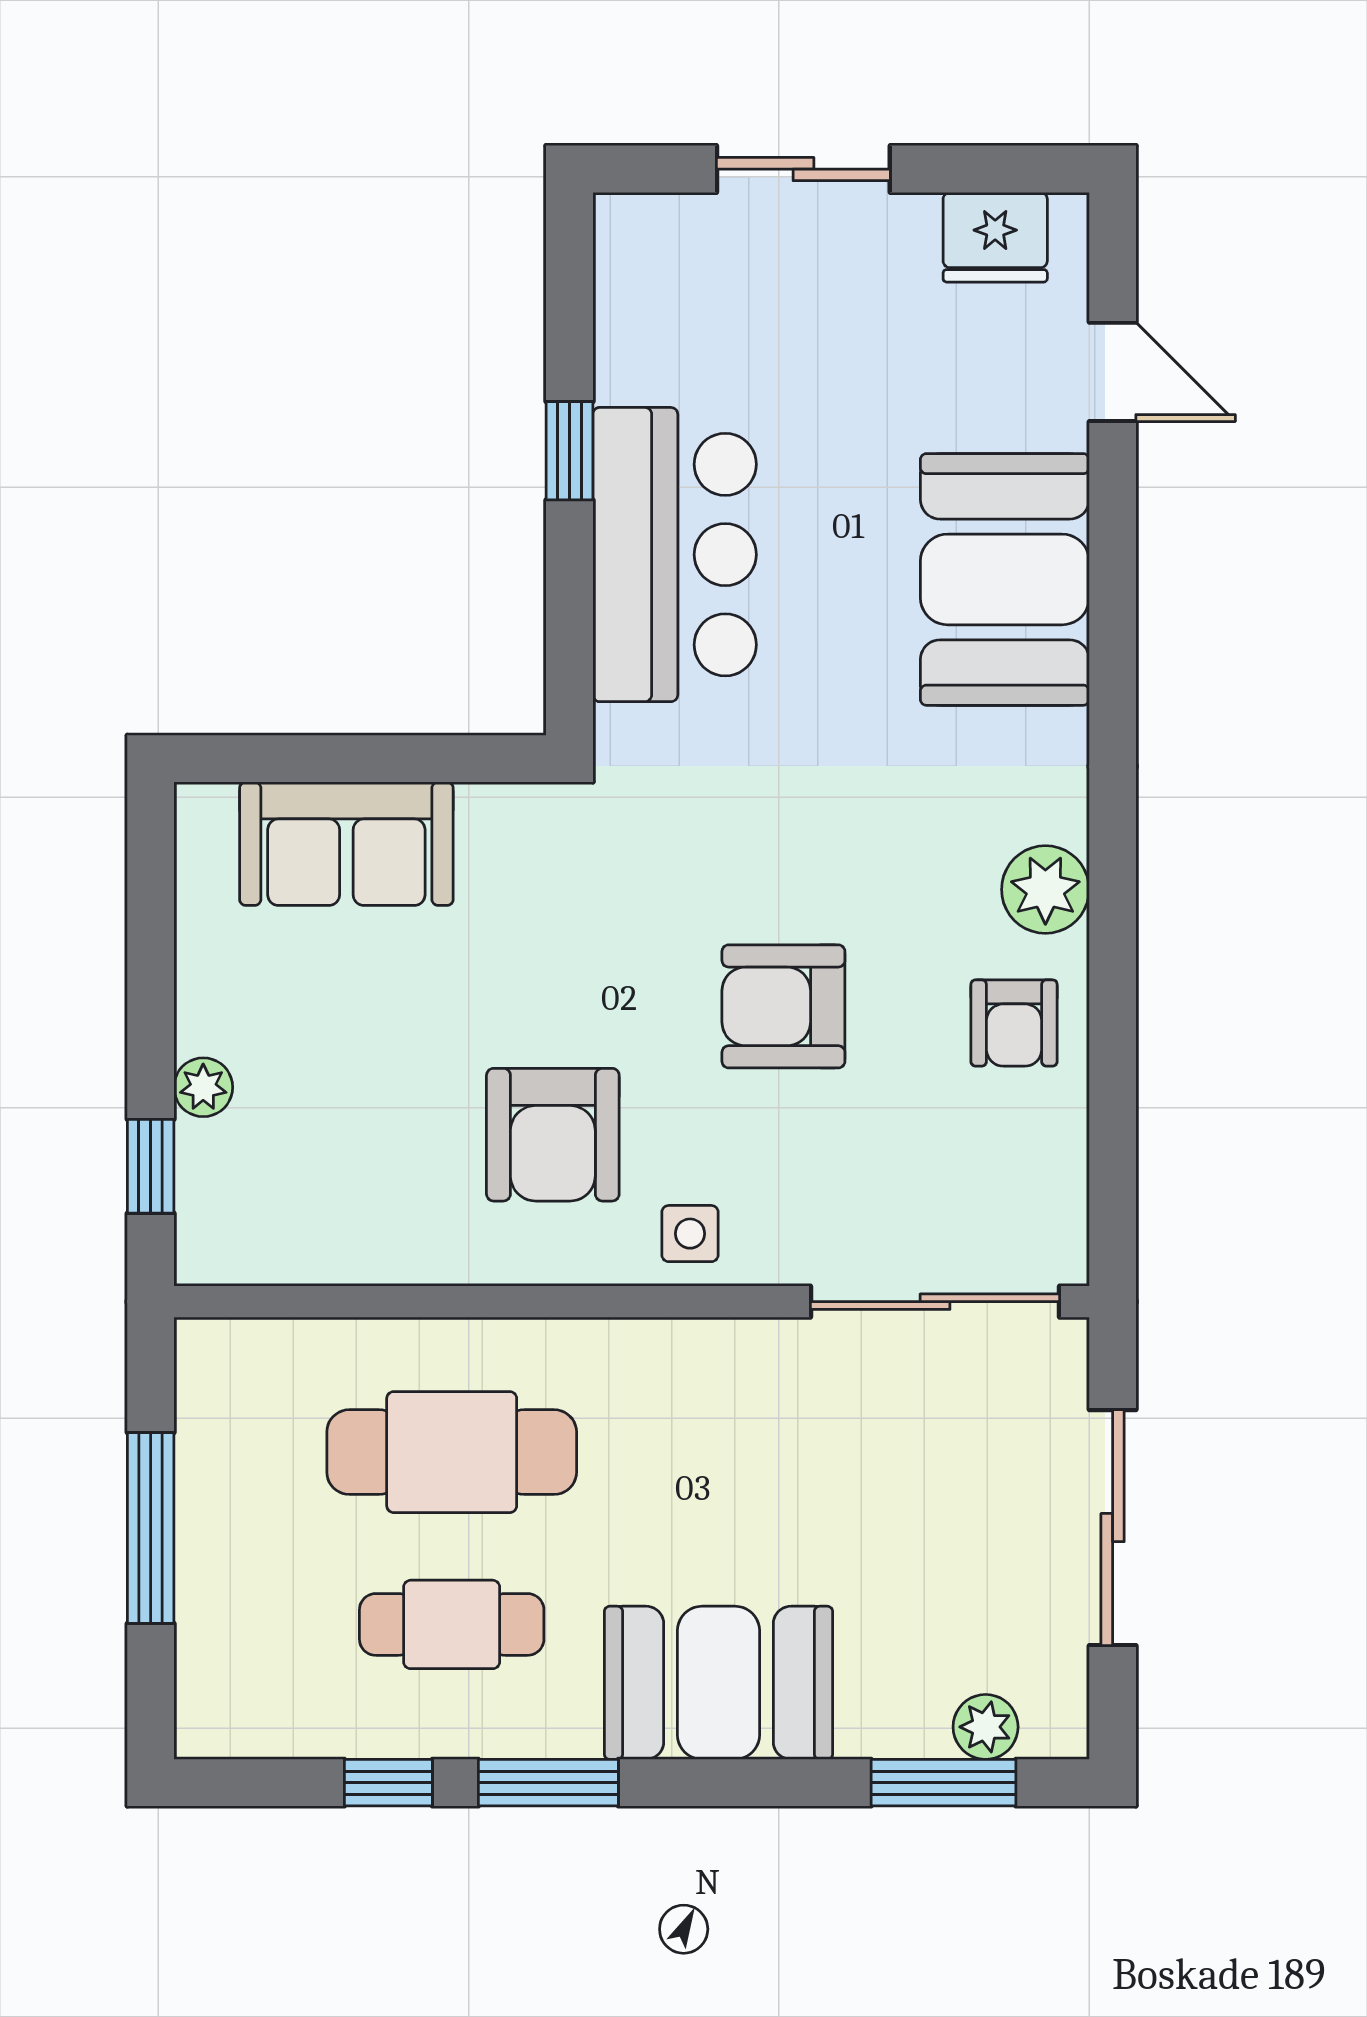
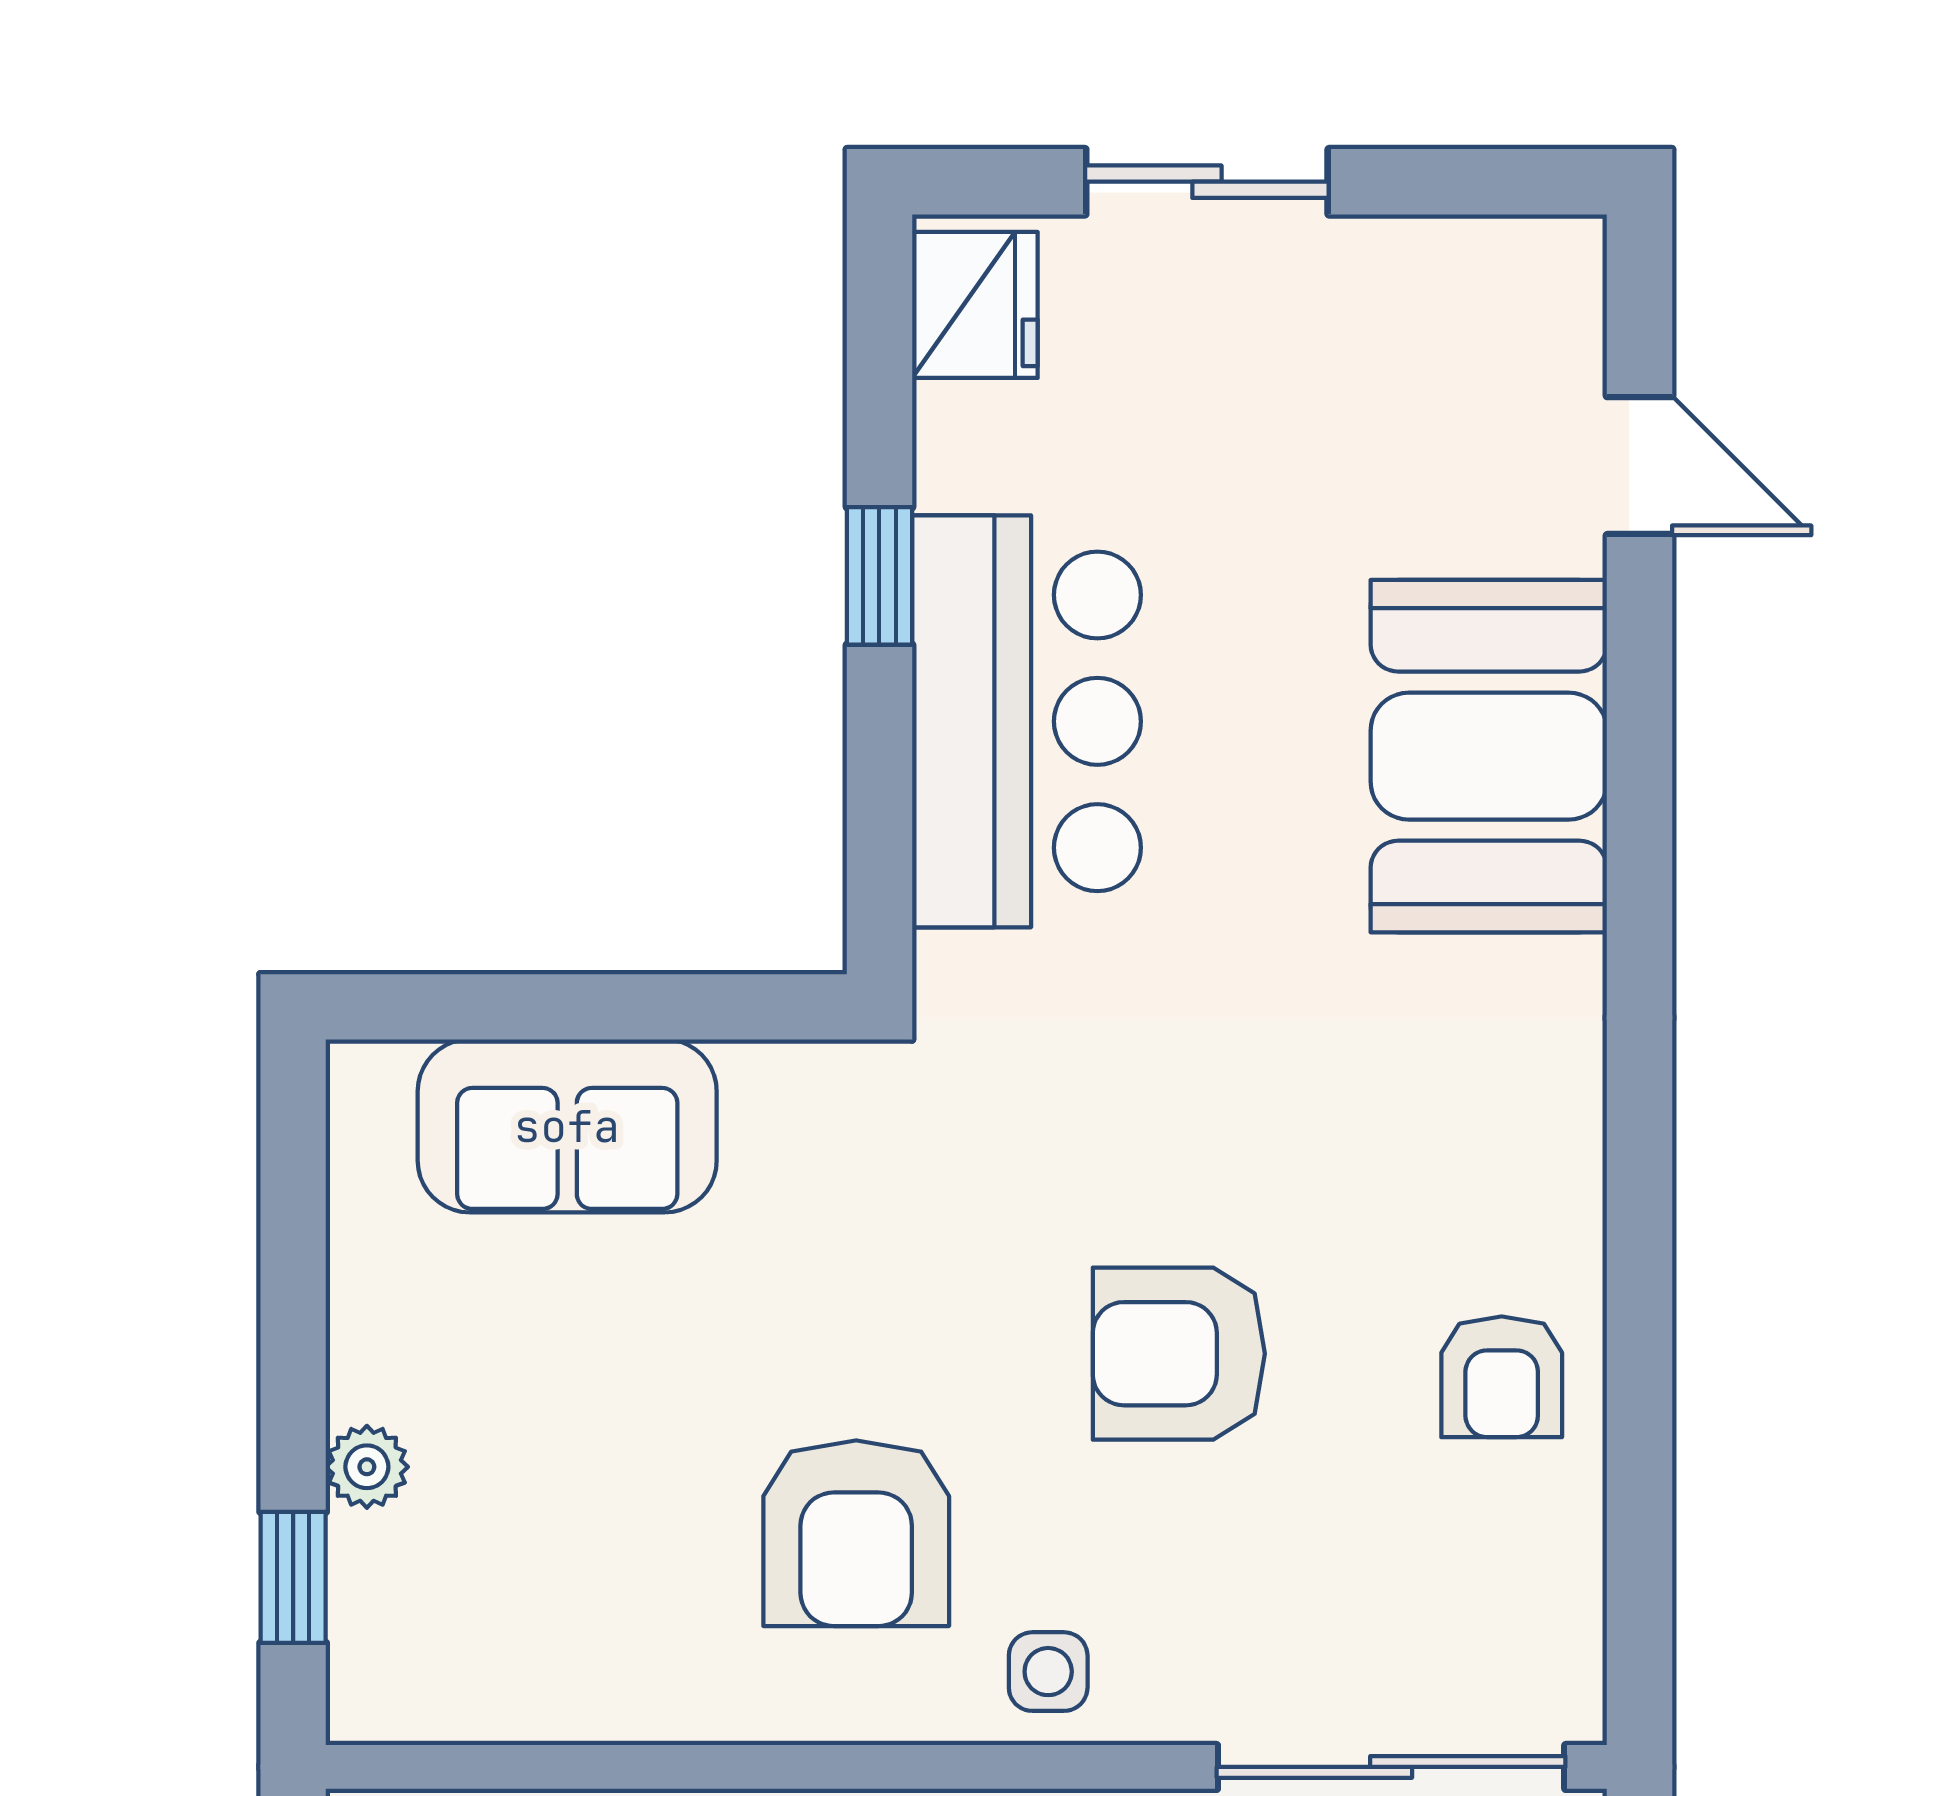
fridge: (995, 237) -> (975, 305), moved, turned -90
plant: (1045, 890) -> (1546, 1190), removed

